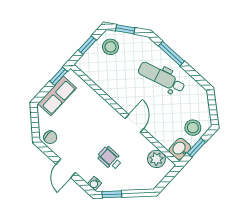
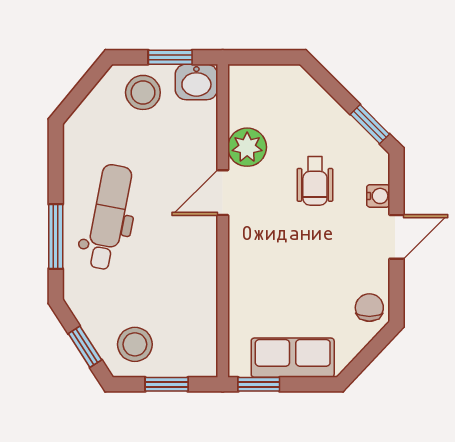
dental chair: (162, 77) -> (109, 217), turned -153
plant: (156, 159) -> (247, 147), moved
water cooler: (94, 183) -> (378, 196), moved

